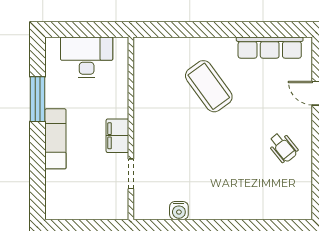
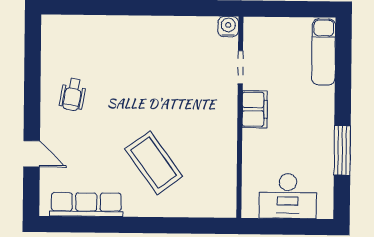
exam couch: (55, 139) -> (324, 52), moved
wheelchair: (283, 147) -> (73, 95), turned -131
water cooler: (179, 211) -> (228, 27), moved

